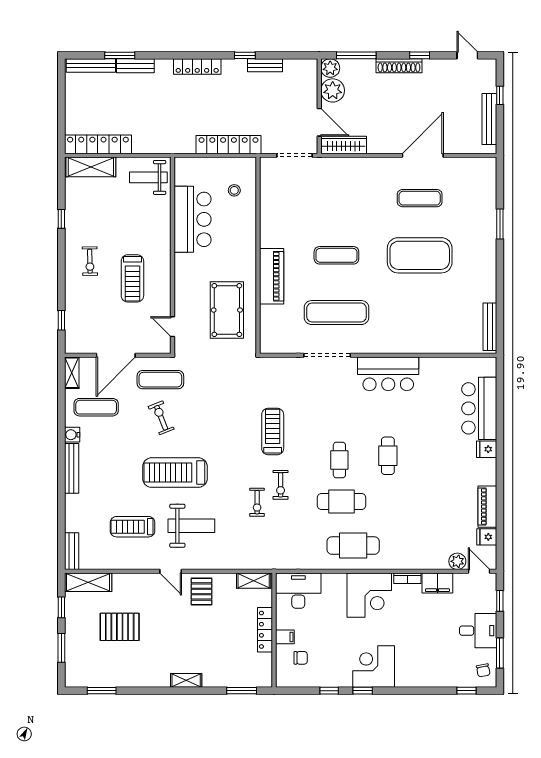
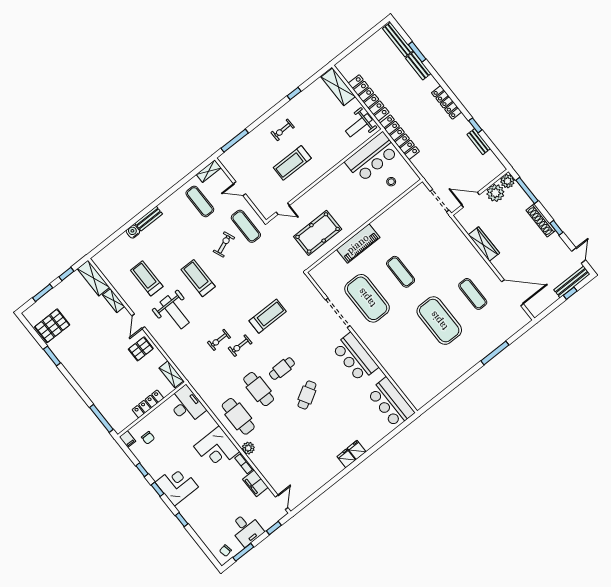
bench: (489, 119) -> (572, 282), moved
door: (319, 122) -> (471, 200), swing flipped
locker: (98, 144) -> (369, 98), moved
locker: (228, 145) -> (400, 137), moved
wardrobe: (344, 145) -> (484, 244), moved
door: (423, 155) -> (513, 293), moved
weight bench: (148, 177) -> (359, 125), turned -90
bar counter: (193, 219) -> (372, 157), moved
window: (500, 224) -> (495, 353), width x1.44
exercise mat: (336, 313) -> (367, 298), width x1.47
window: (61, 320) -> (235, 141), width x2.17
door: (173, 327) -> (283, 209), swing flipped
bench: (490, 327) -> (430, 395), removed
door: (116, 355) -> (239, 189), width x0.53
bar counter: (479, 408) -> (391, 403), moved, turned -90
water cooler: (72, 435) -> (133, 232), moved
cafe table: (388, 456) -> (307, 395), turned -30
bench: (72, 468) -> (149, 219), width x0.73
treadmill: (175, 473) -> (198, 278), width x0.73, depth x0.73
piano: (487, 507) -> (323, 477), removed
fridge: (487, 537) -> (346, 458), moved
bench: (72, 551) -> (104, 254), removed
plant: (457, 561) -> (248, 448), moved
pallet: (120, 627) -> (52, 326), moved, turned 90
filing cabinet: (285, 637) -> (127, 439), moved
shelving: (186, 680) -> (114, 301), moved
window: (102, 691) -> (52, 356), moved
window: (242, 691) -> (101, 418), width x1.44
window: (467, 691) -> (182, 520), moved

